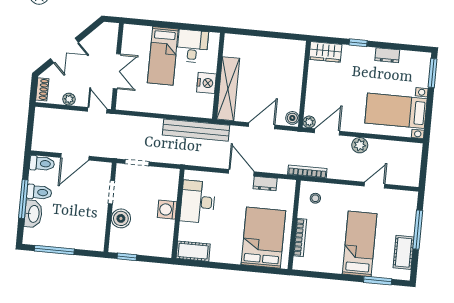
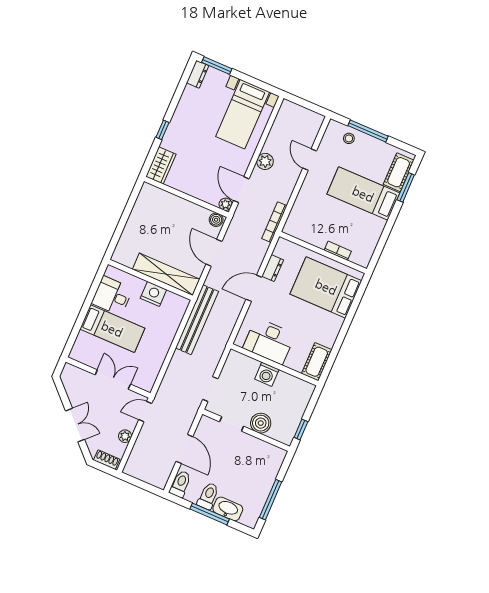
dresser: (387, 55) -> (198, 74), moved
stool: (315, 198) -> (349, 138), moved
bookcase: (300, 237) -> (338, 251), width x0.64
cot: (404, 252) -> (399, 172), moved, turned 90

